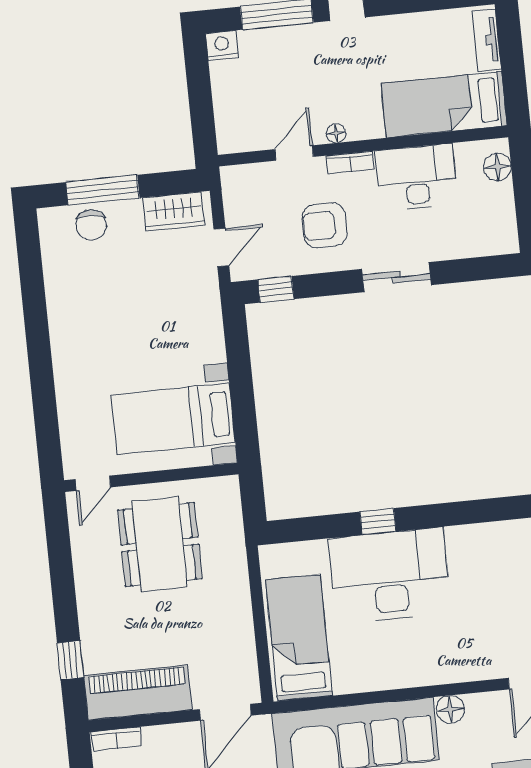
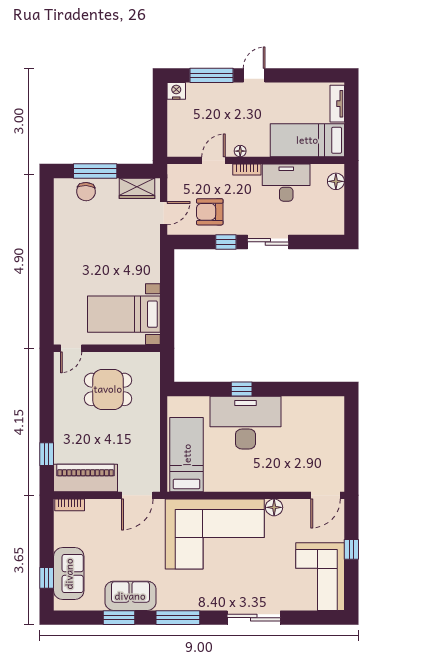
armchair: (324, 225) -> (210, 212), moved
window: (276, 289) -> (226, 242), moved
dining table: (160, 544) -> (108, 389), width x0.73

